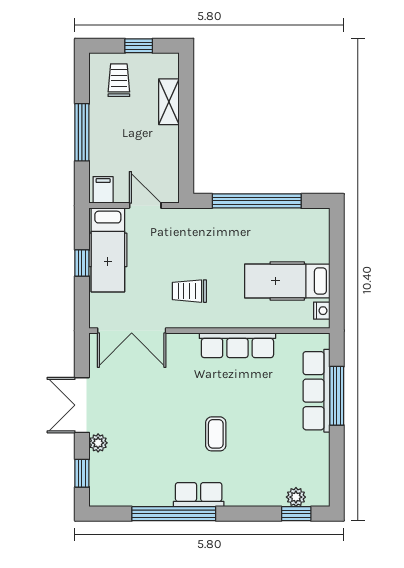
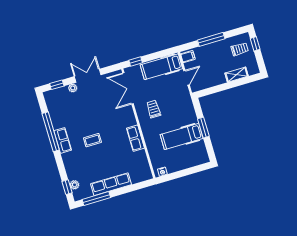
window: (139, 46) -> (255, 44), moved
window: (257, 201) -> (203, 128), width x0.47
window: (82, 263) -> (136, 62), moved
hospital bed: (287, 281) -> (182, 136), moved, turned -90
row of seats: (237, 345) -> (135, 138), width x0.68
row of seats: (316, 391) -> (111, 184), moved
window: (337, 396) -> (96, 199), moved

